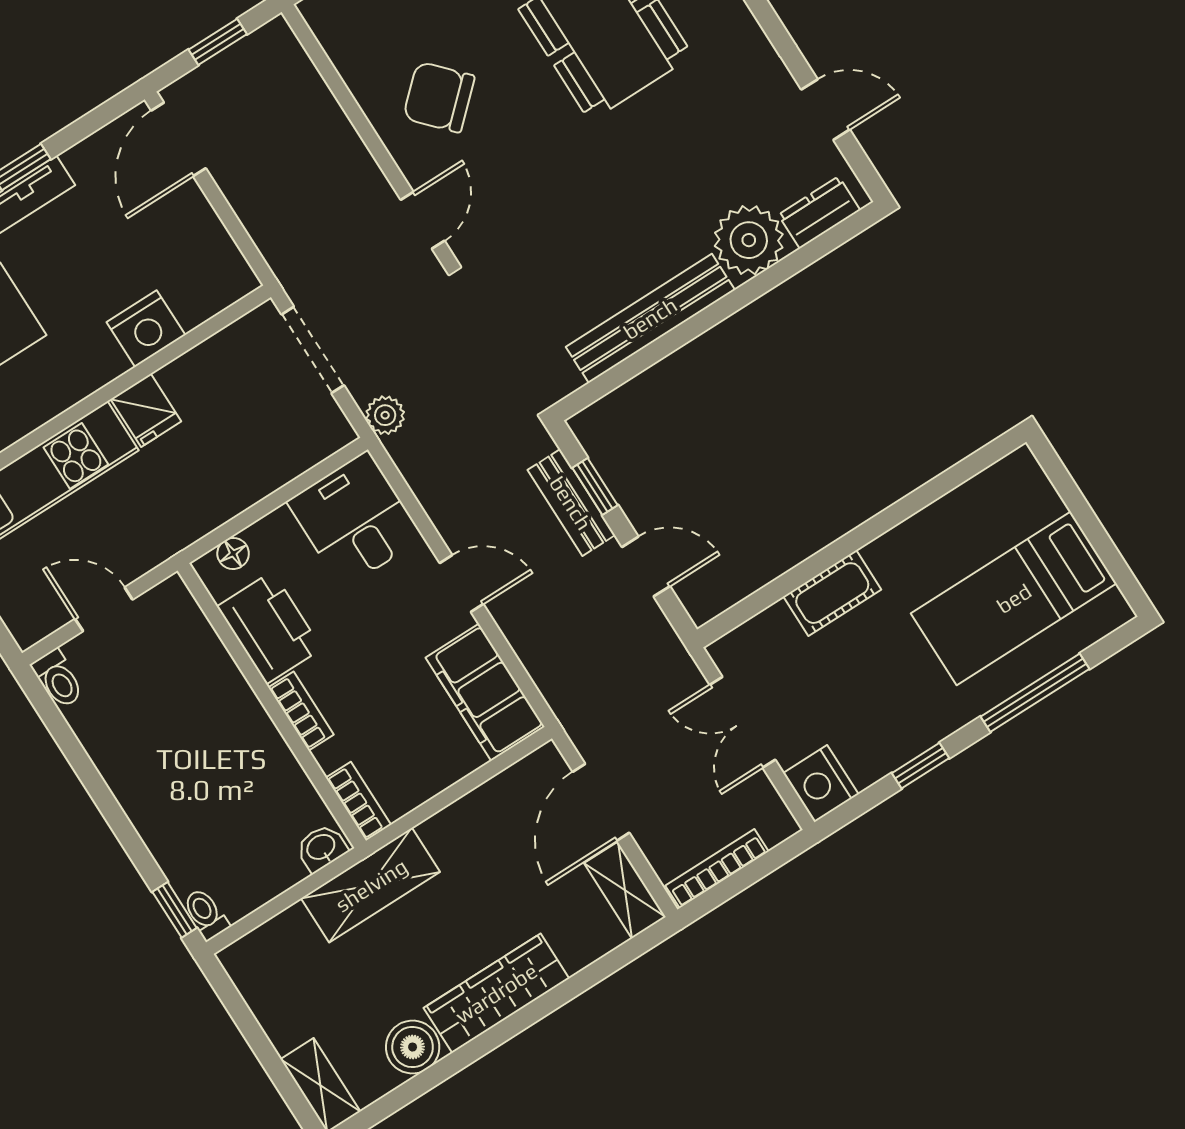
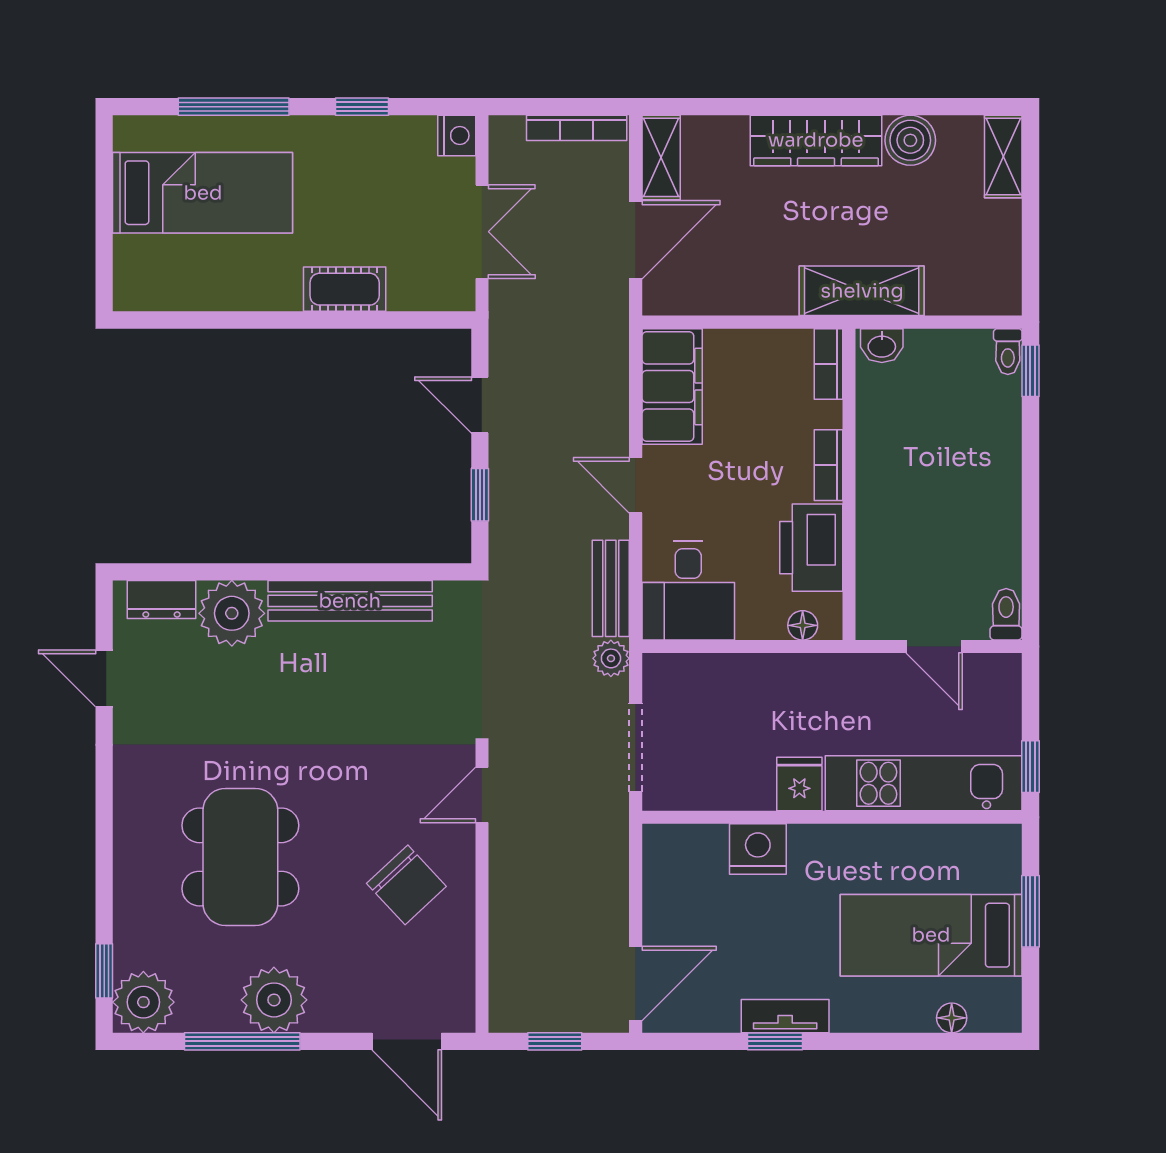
bench: (571, 503) -> (611, 588), moved
nightstand: (821, 784) -> (457, 136), width x0.74, depth x0.75

